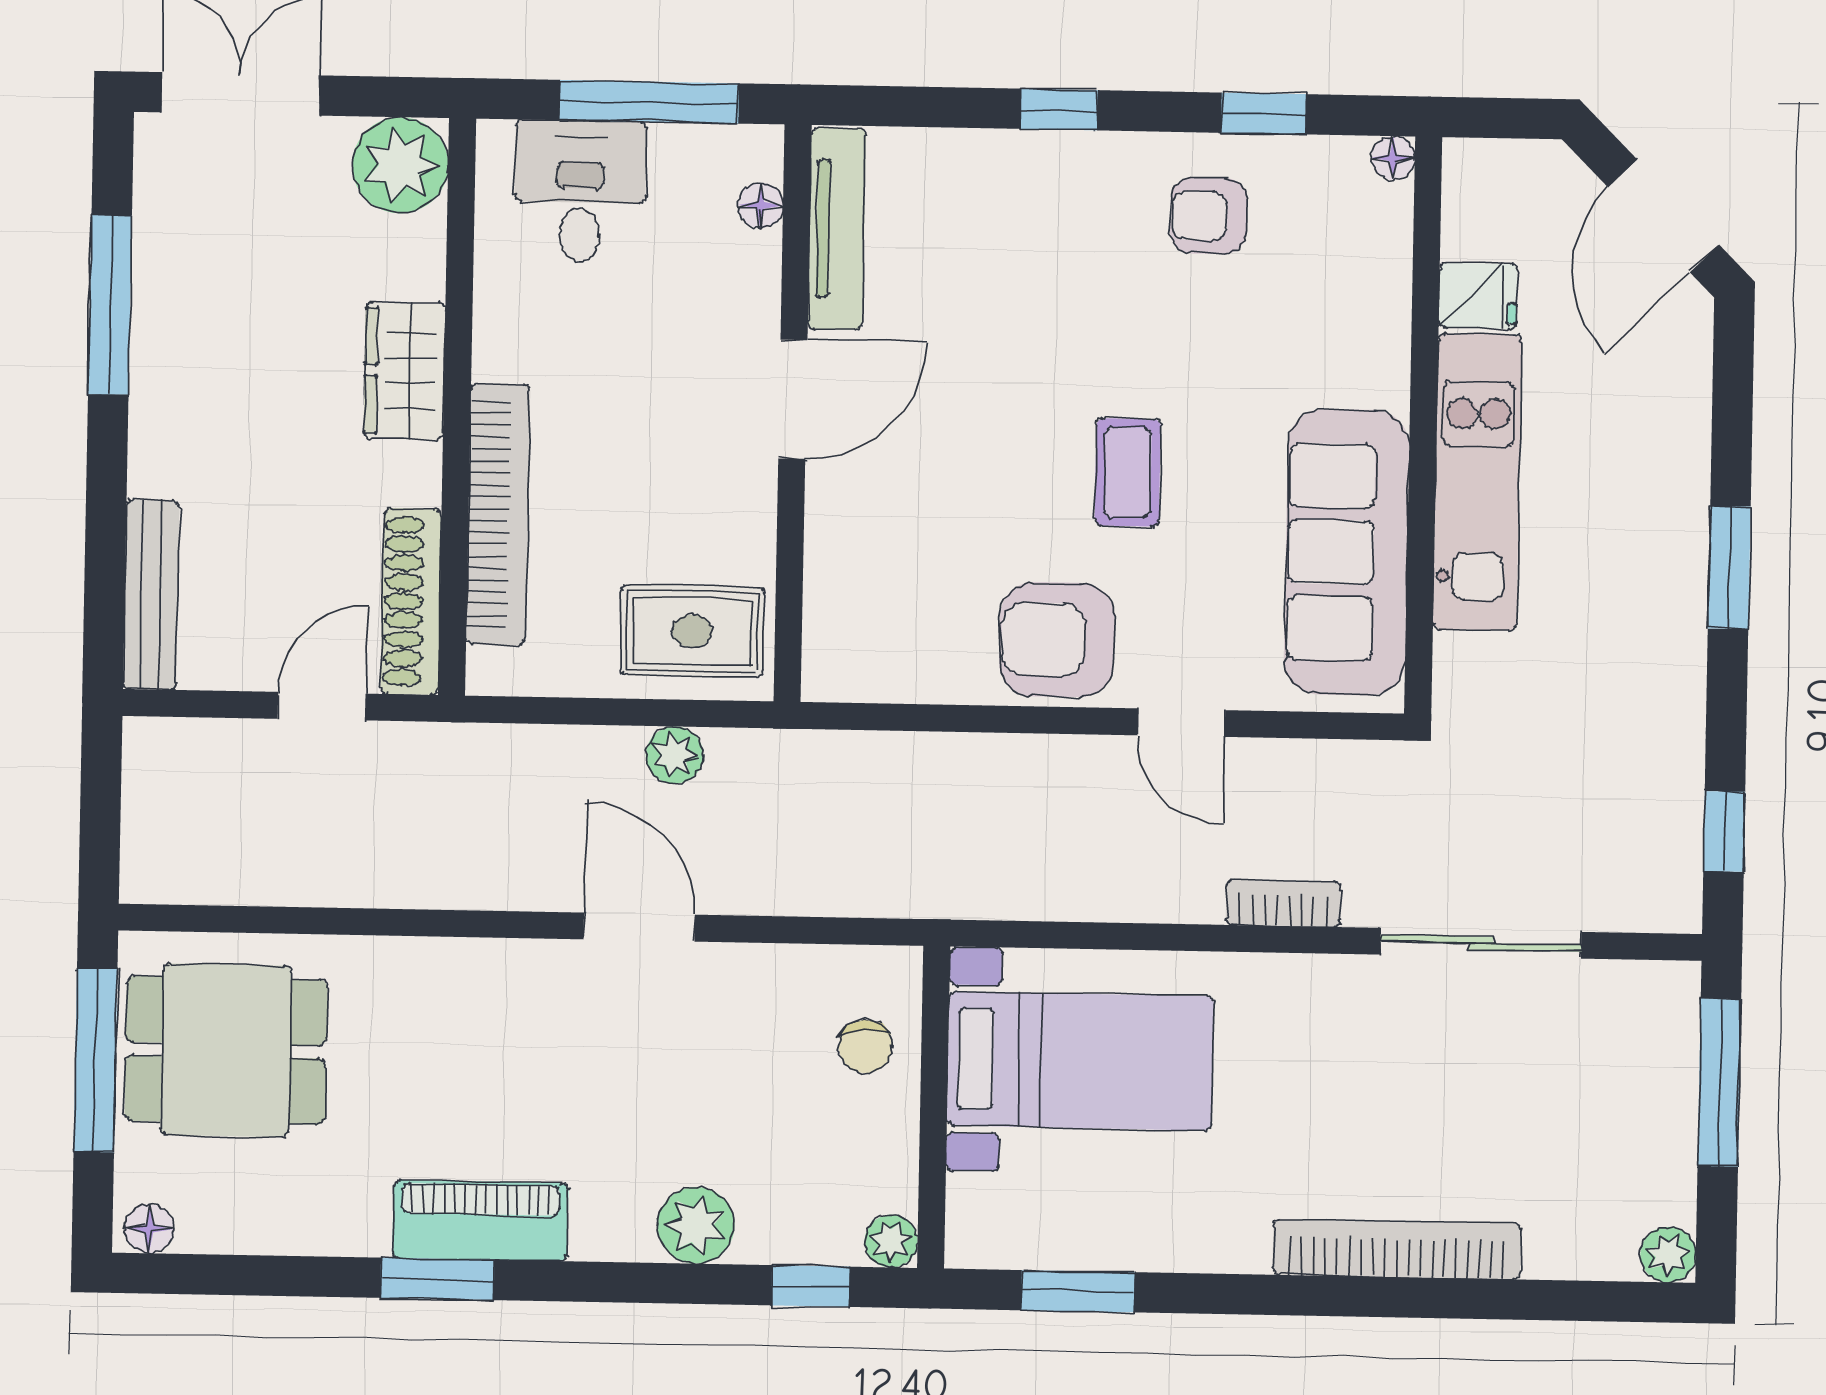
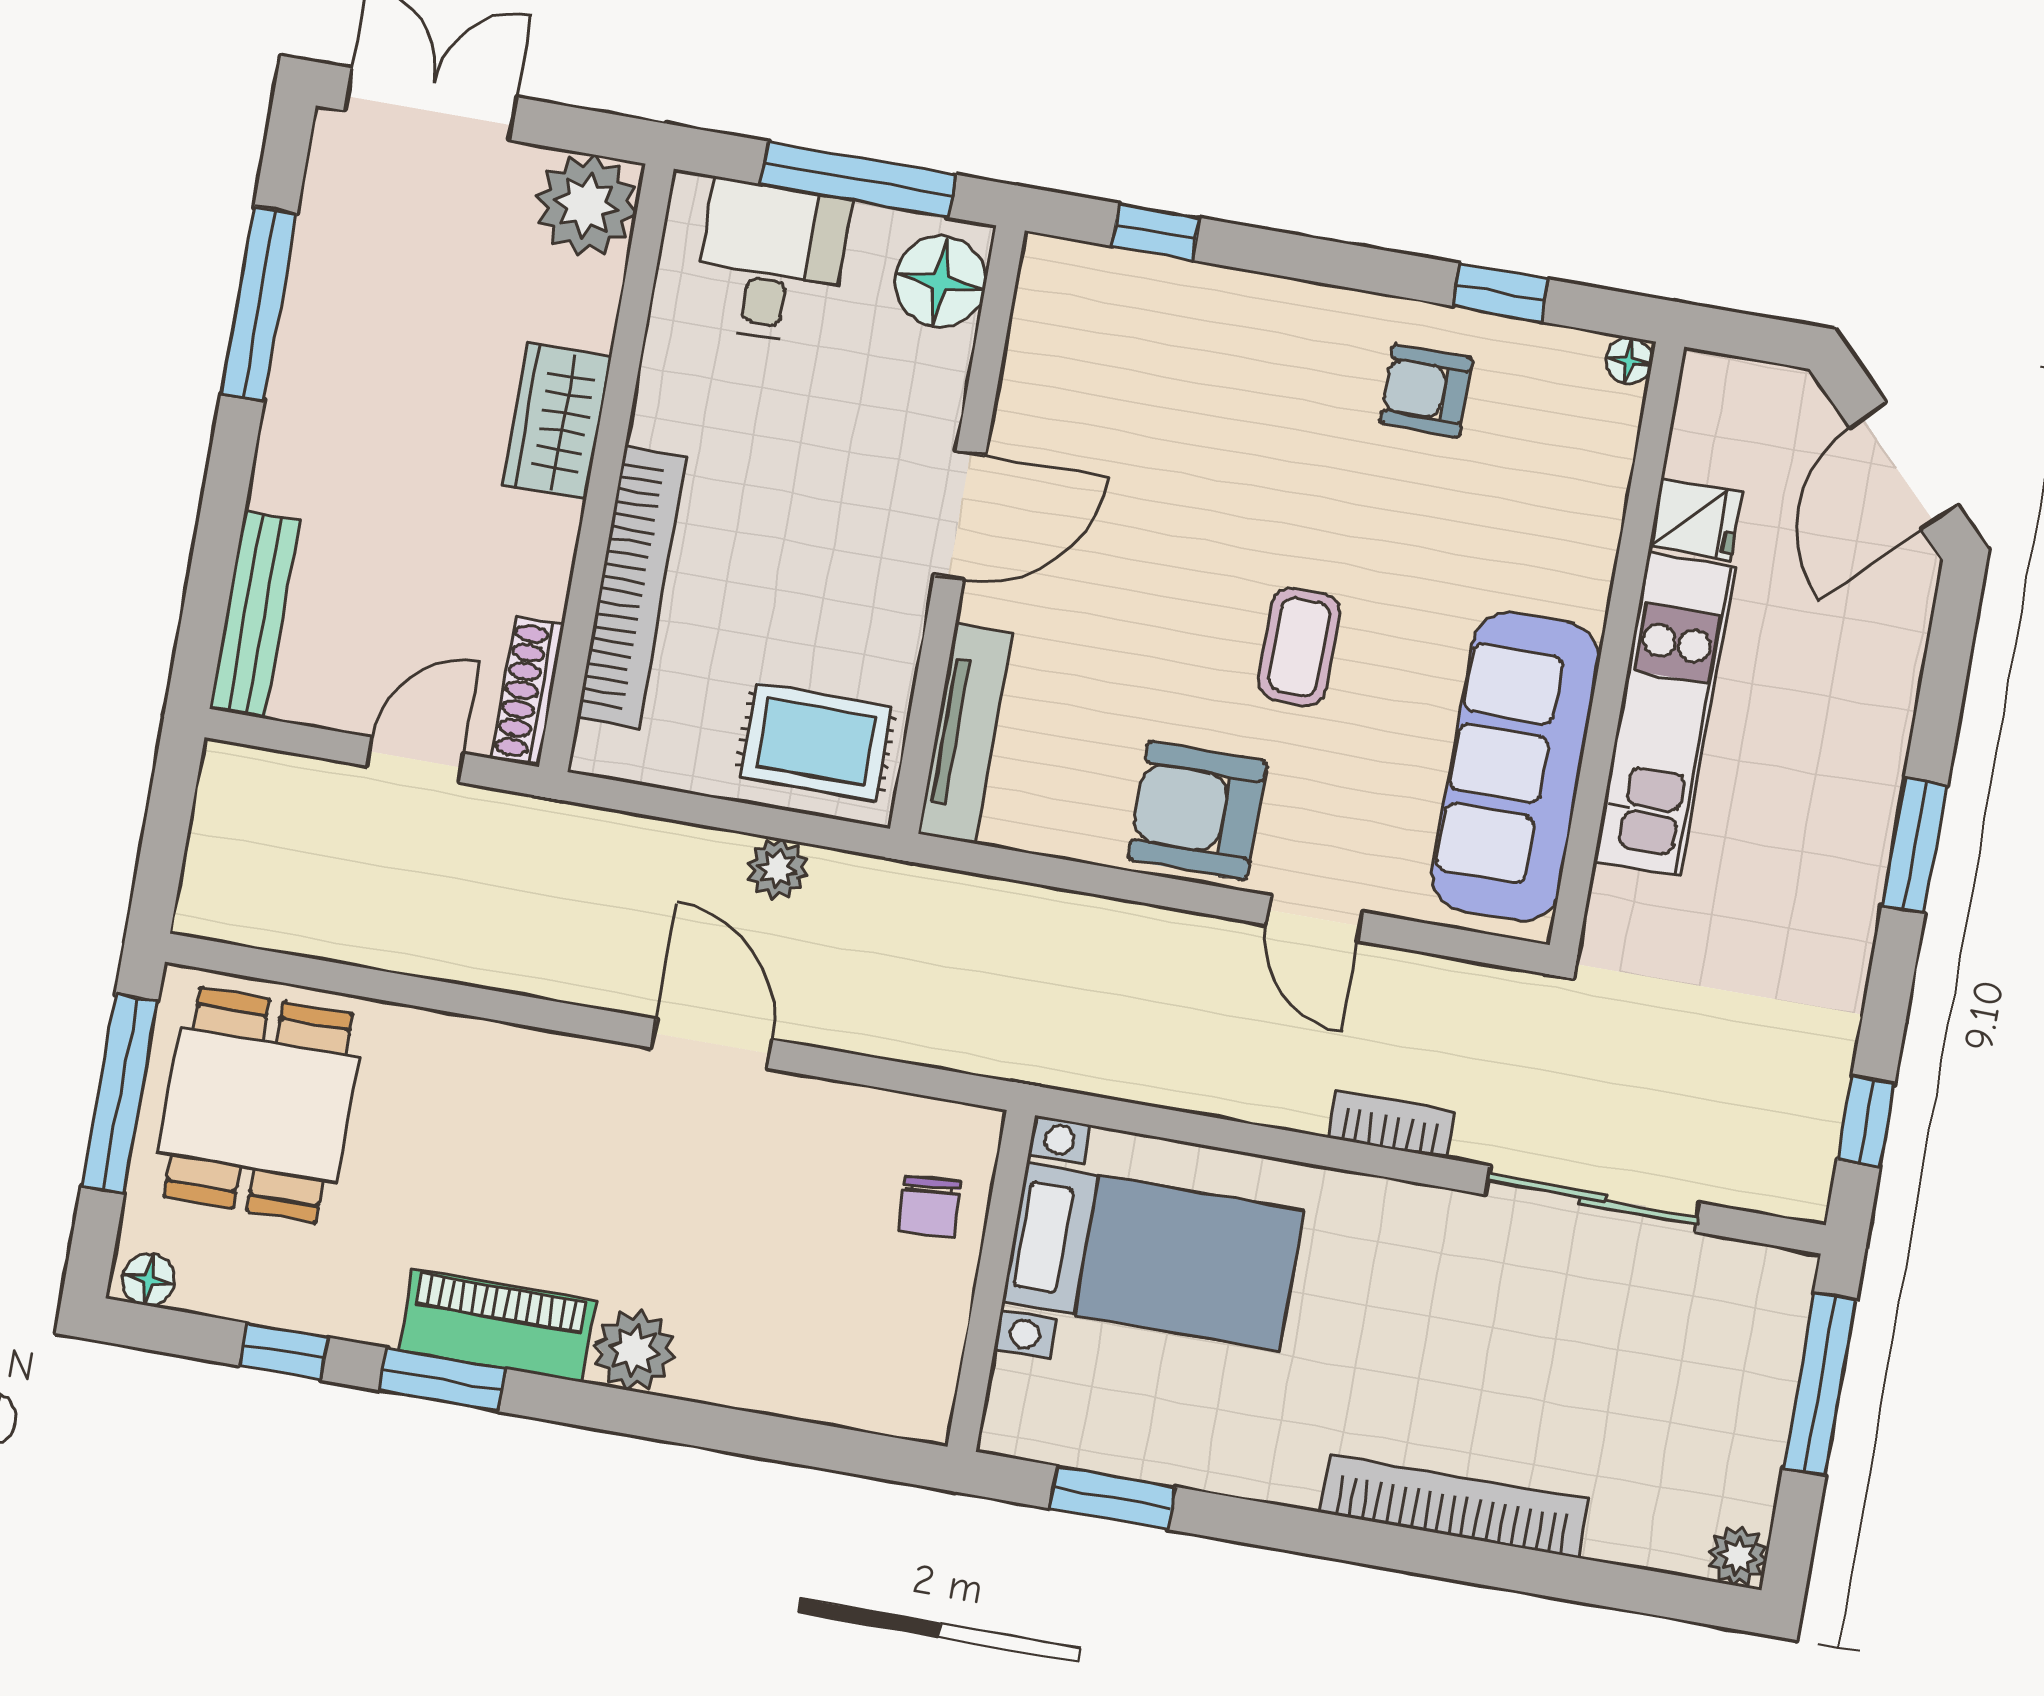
window: (1059, 110) -> (1156, 232), moved
floor lamp: (760, 205) -> (940, 282), width x1.89, depth x1.89
tv unit: (837, 229) -> (965, 733), moved
shoe rack: (411, 601) -> (527, 691), width x0.74, depth x0.81
dining table: (226, 1050) -> (258, 1105), turned 90
plant: (696, 1225) -> (634, 1350), moved
plant: (891, 1241) -> (925, 1414), removed
window: (810, 1286) -> (284, 1352), moved

